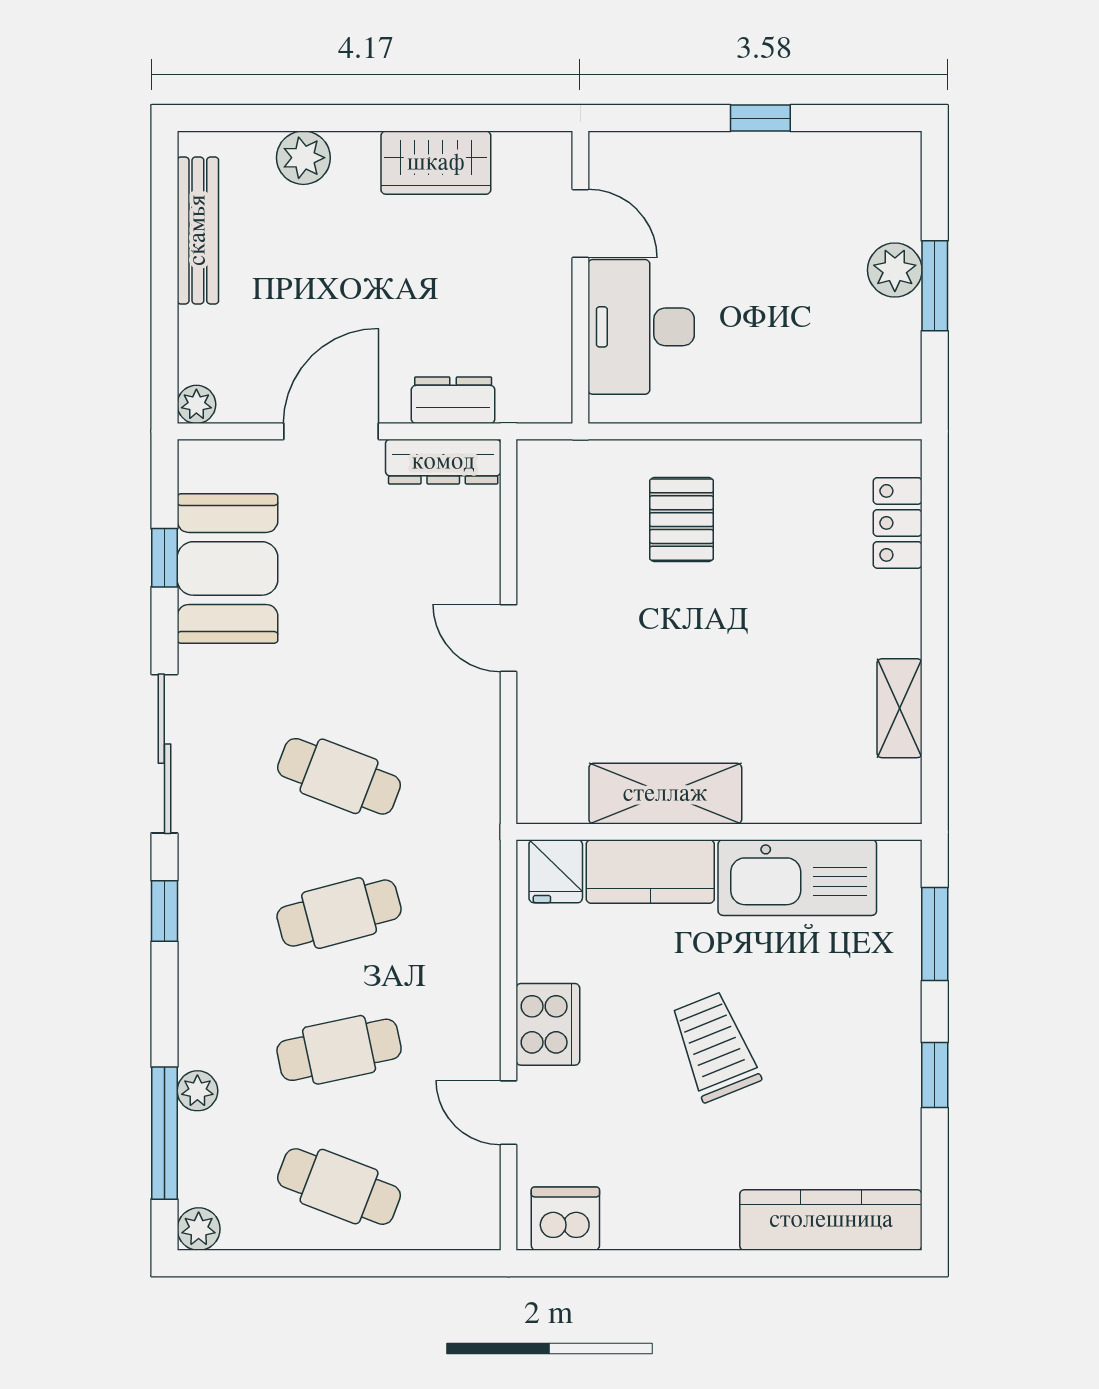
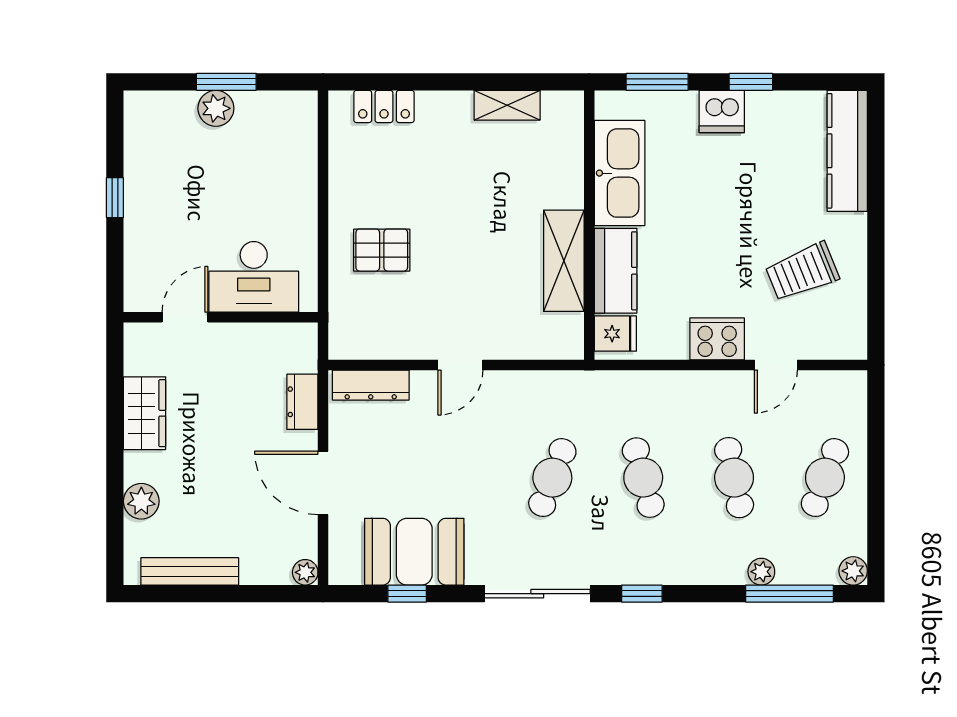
dresser: (443, 462) -> (371, 385), moved, turned 90
trolley: (715, 1047) -> (802, 272), moved
dishwasher: (565, 1219) -> (722, 111), moved, turned -90

